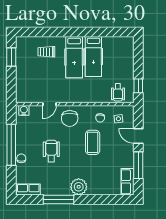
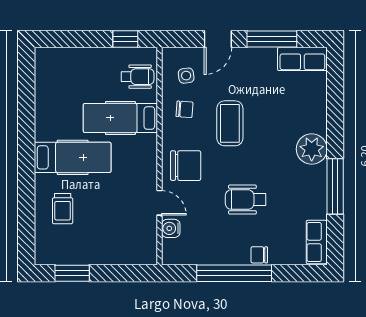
hospital bed: (93, 56) -> (120, 118), moved, turned 180
water cooler: (24, 110) -> (171, 228), moved
coffee table: (93, 142) -> (230, 123), turned 90

